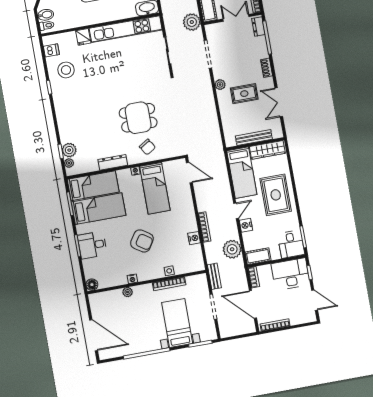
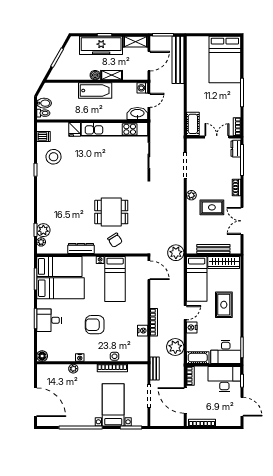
plant: (192, 22) -> (176, 253), moved
rug: (276, 195) -> (224, 305), width x0.73, depth x0.70
armchair: (142, 241) -> (95, 325), turned 147
desk: (291, 244) -> (226, 352), width x1.37

